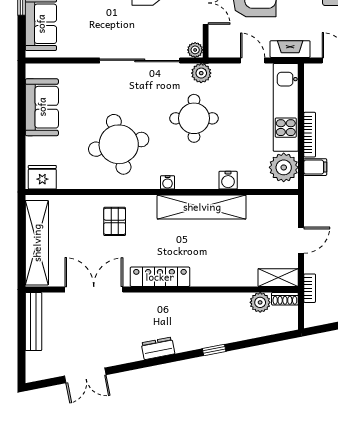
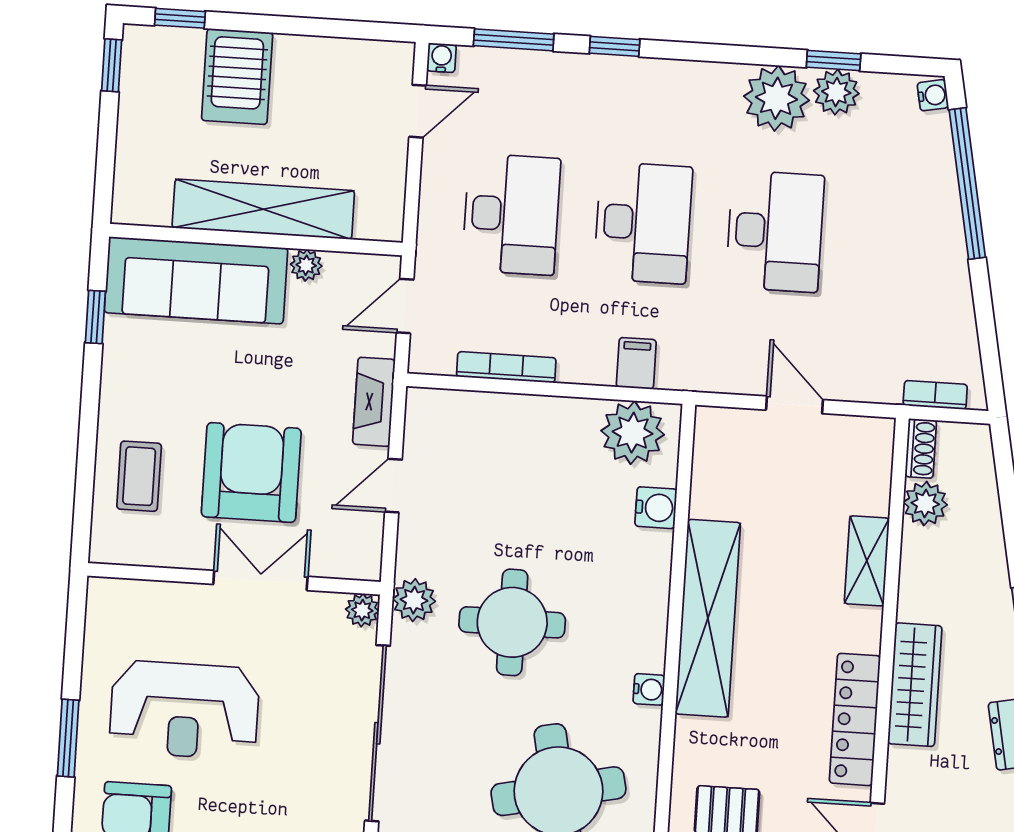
kitchen unit: (286, 107) -> (501, 420), removed
bookcase: (310, 135) -> (506, 367), moved
water cooler: (228, 180) -> (656, 508), moved
shelving: (278, 278) -> (867, 561), moved
bookcase: (310, 288) -> (935, 395), moved
wardrobe: (177, 303) -> (915, 685), added

